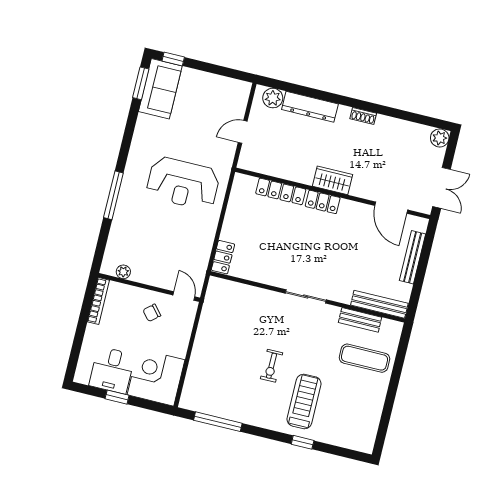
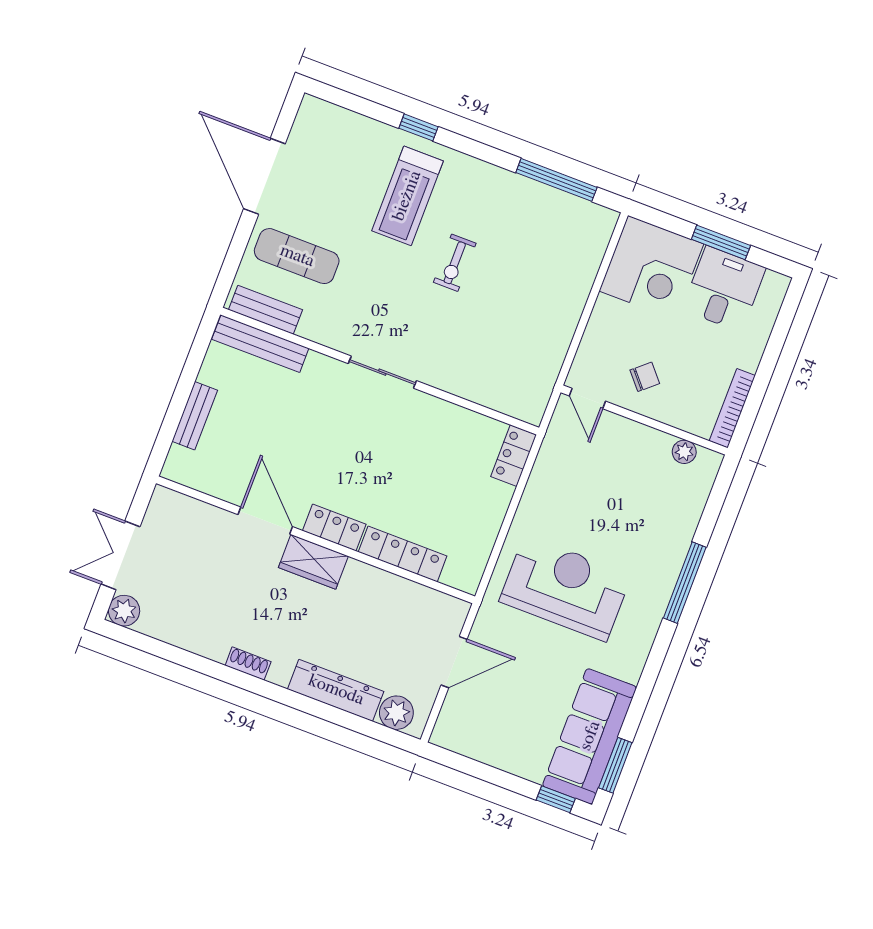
sofa: (160, 89) -> (590, 736), width x1.36
door: (243, 132) -> (454, 662), width x1.38
double door: (441, 188) -> (120, 555), moved
door: (391, 208) -> (265, 521), moved
bench: (413, 257) -> (195, 416), width x0.73
bench: (360, 320) -> (265, 310), moved
exercise bike: (271, 366) -> (455, 263), turned 180
window: (117, 397) -> (721, 242), width x1.50
door: (389, 403) -> (264, 176), added

